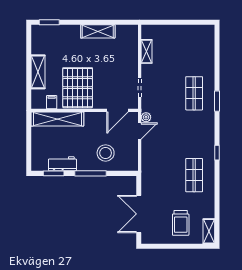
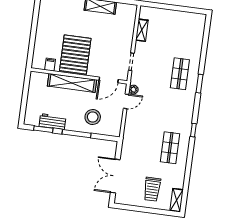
shelving: (38, 72) -> (41, 36), removed
shelving: (57, 119) -> (72, 83), moved

